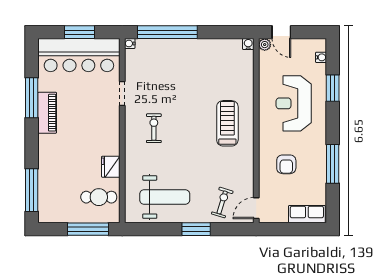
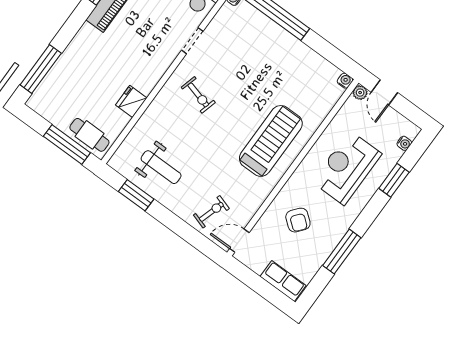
treadmill: (227, 123) -> (271, 141), width x1.37, depth x1.38
exercise bike: (154, 128) -> (198, 95), turned 105
armchair: (286, 164) -> (298, 220), turned -51
cafe table: (99, 197) -> (89, 135), moved
weight bench: (165, 197) -> (161, 167), width x0.73, depth x0.75
window: (196, 229) -> (136, 195), moved

